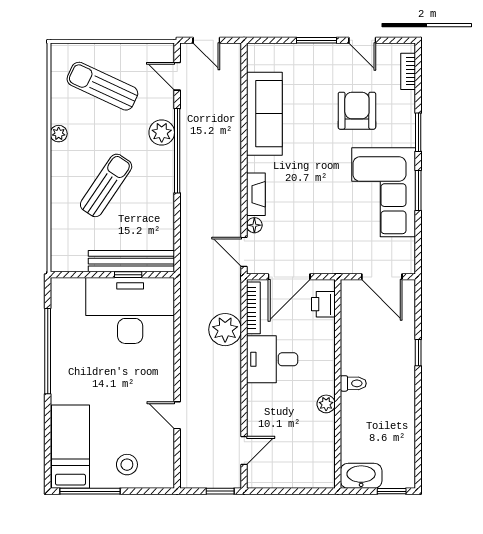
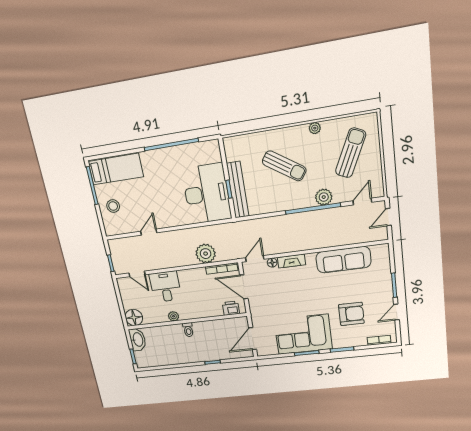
desk: (272, 359) -> (165, 287), moved
floor lamp: (320, 473) -> (134, 317), added

